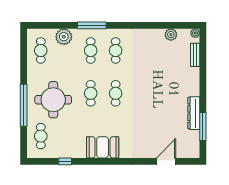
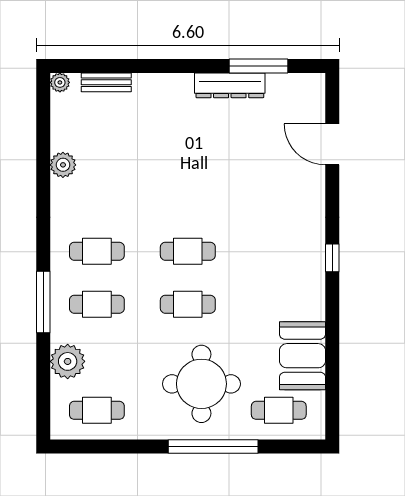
plant: (171, 35) -> (63, 165), moved
booth: (103, 147) -> (302, 356), moved
window: (65, 161) -> (332, 258), moved

